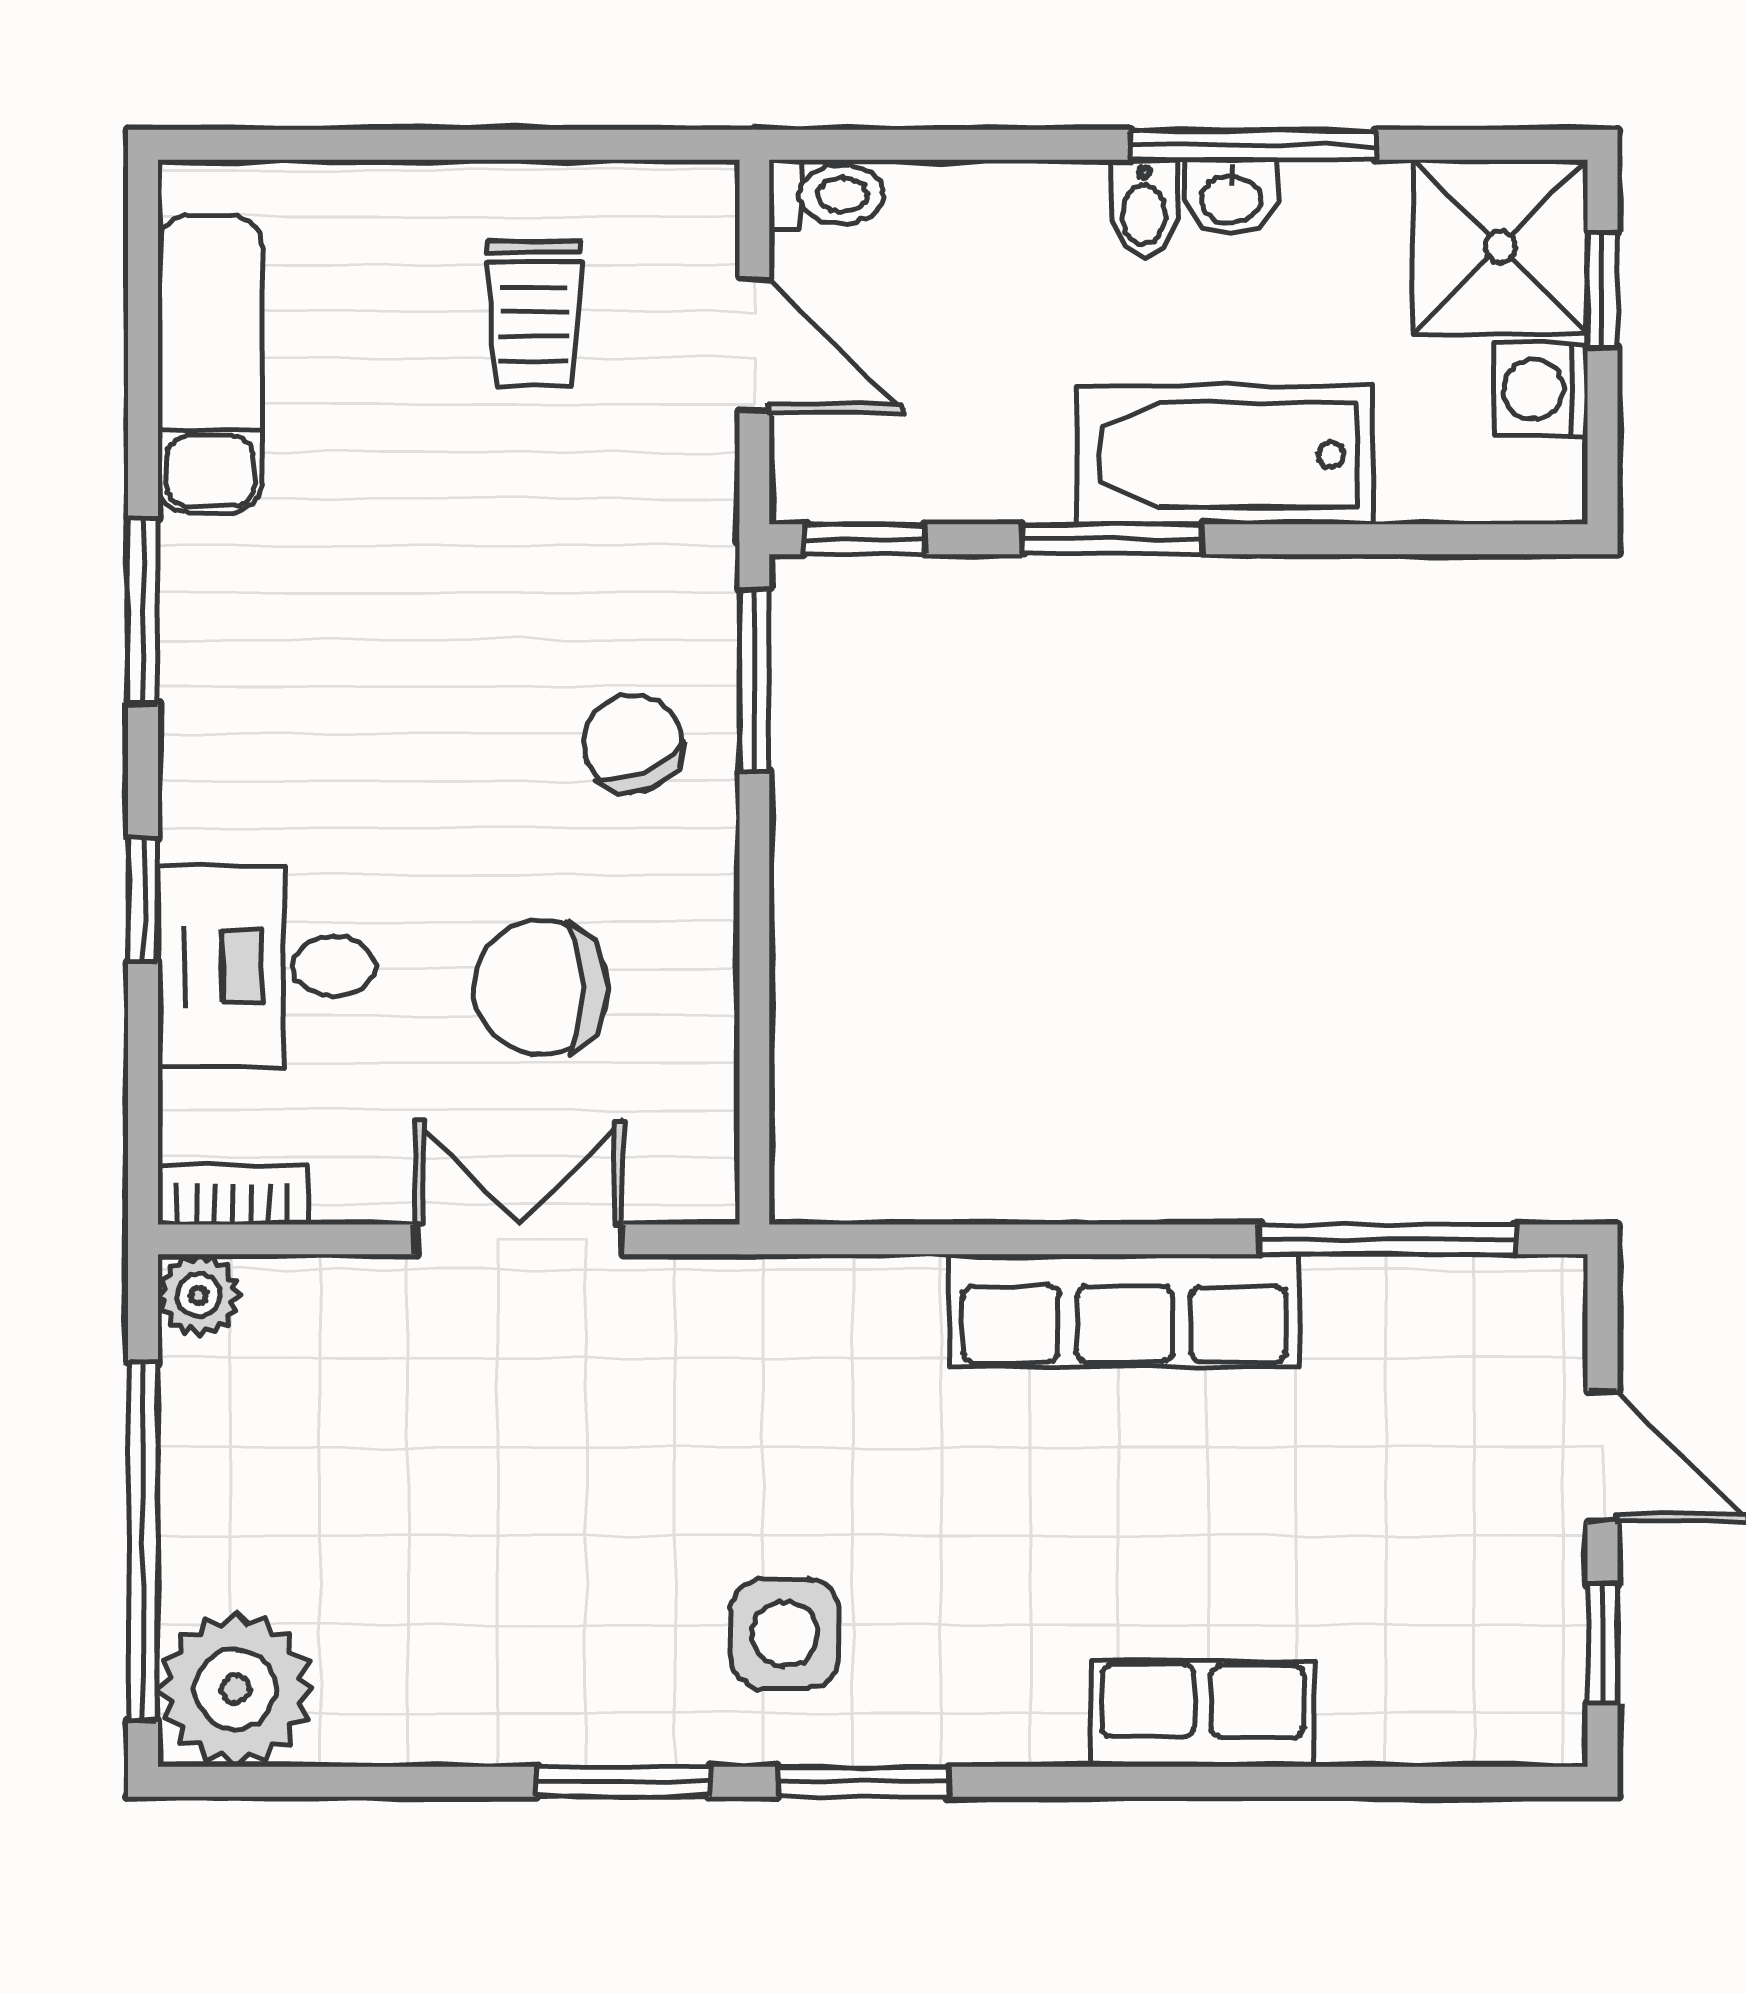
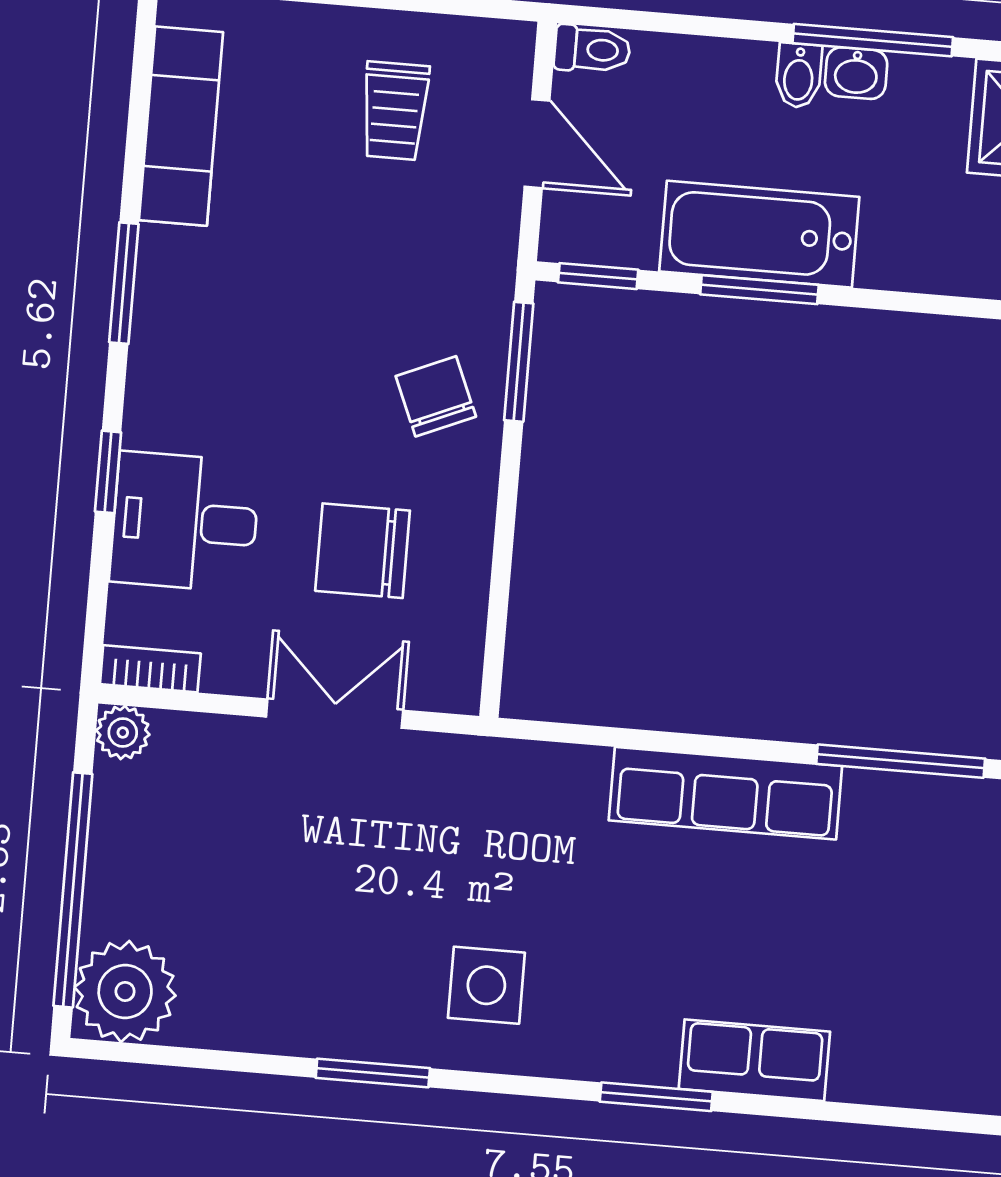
bathtub: (1225, 455) -> (759, 234), moved
window: (863, 1782) -> (656, 1097), moved

